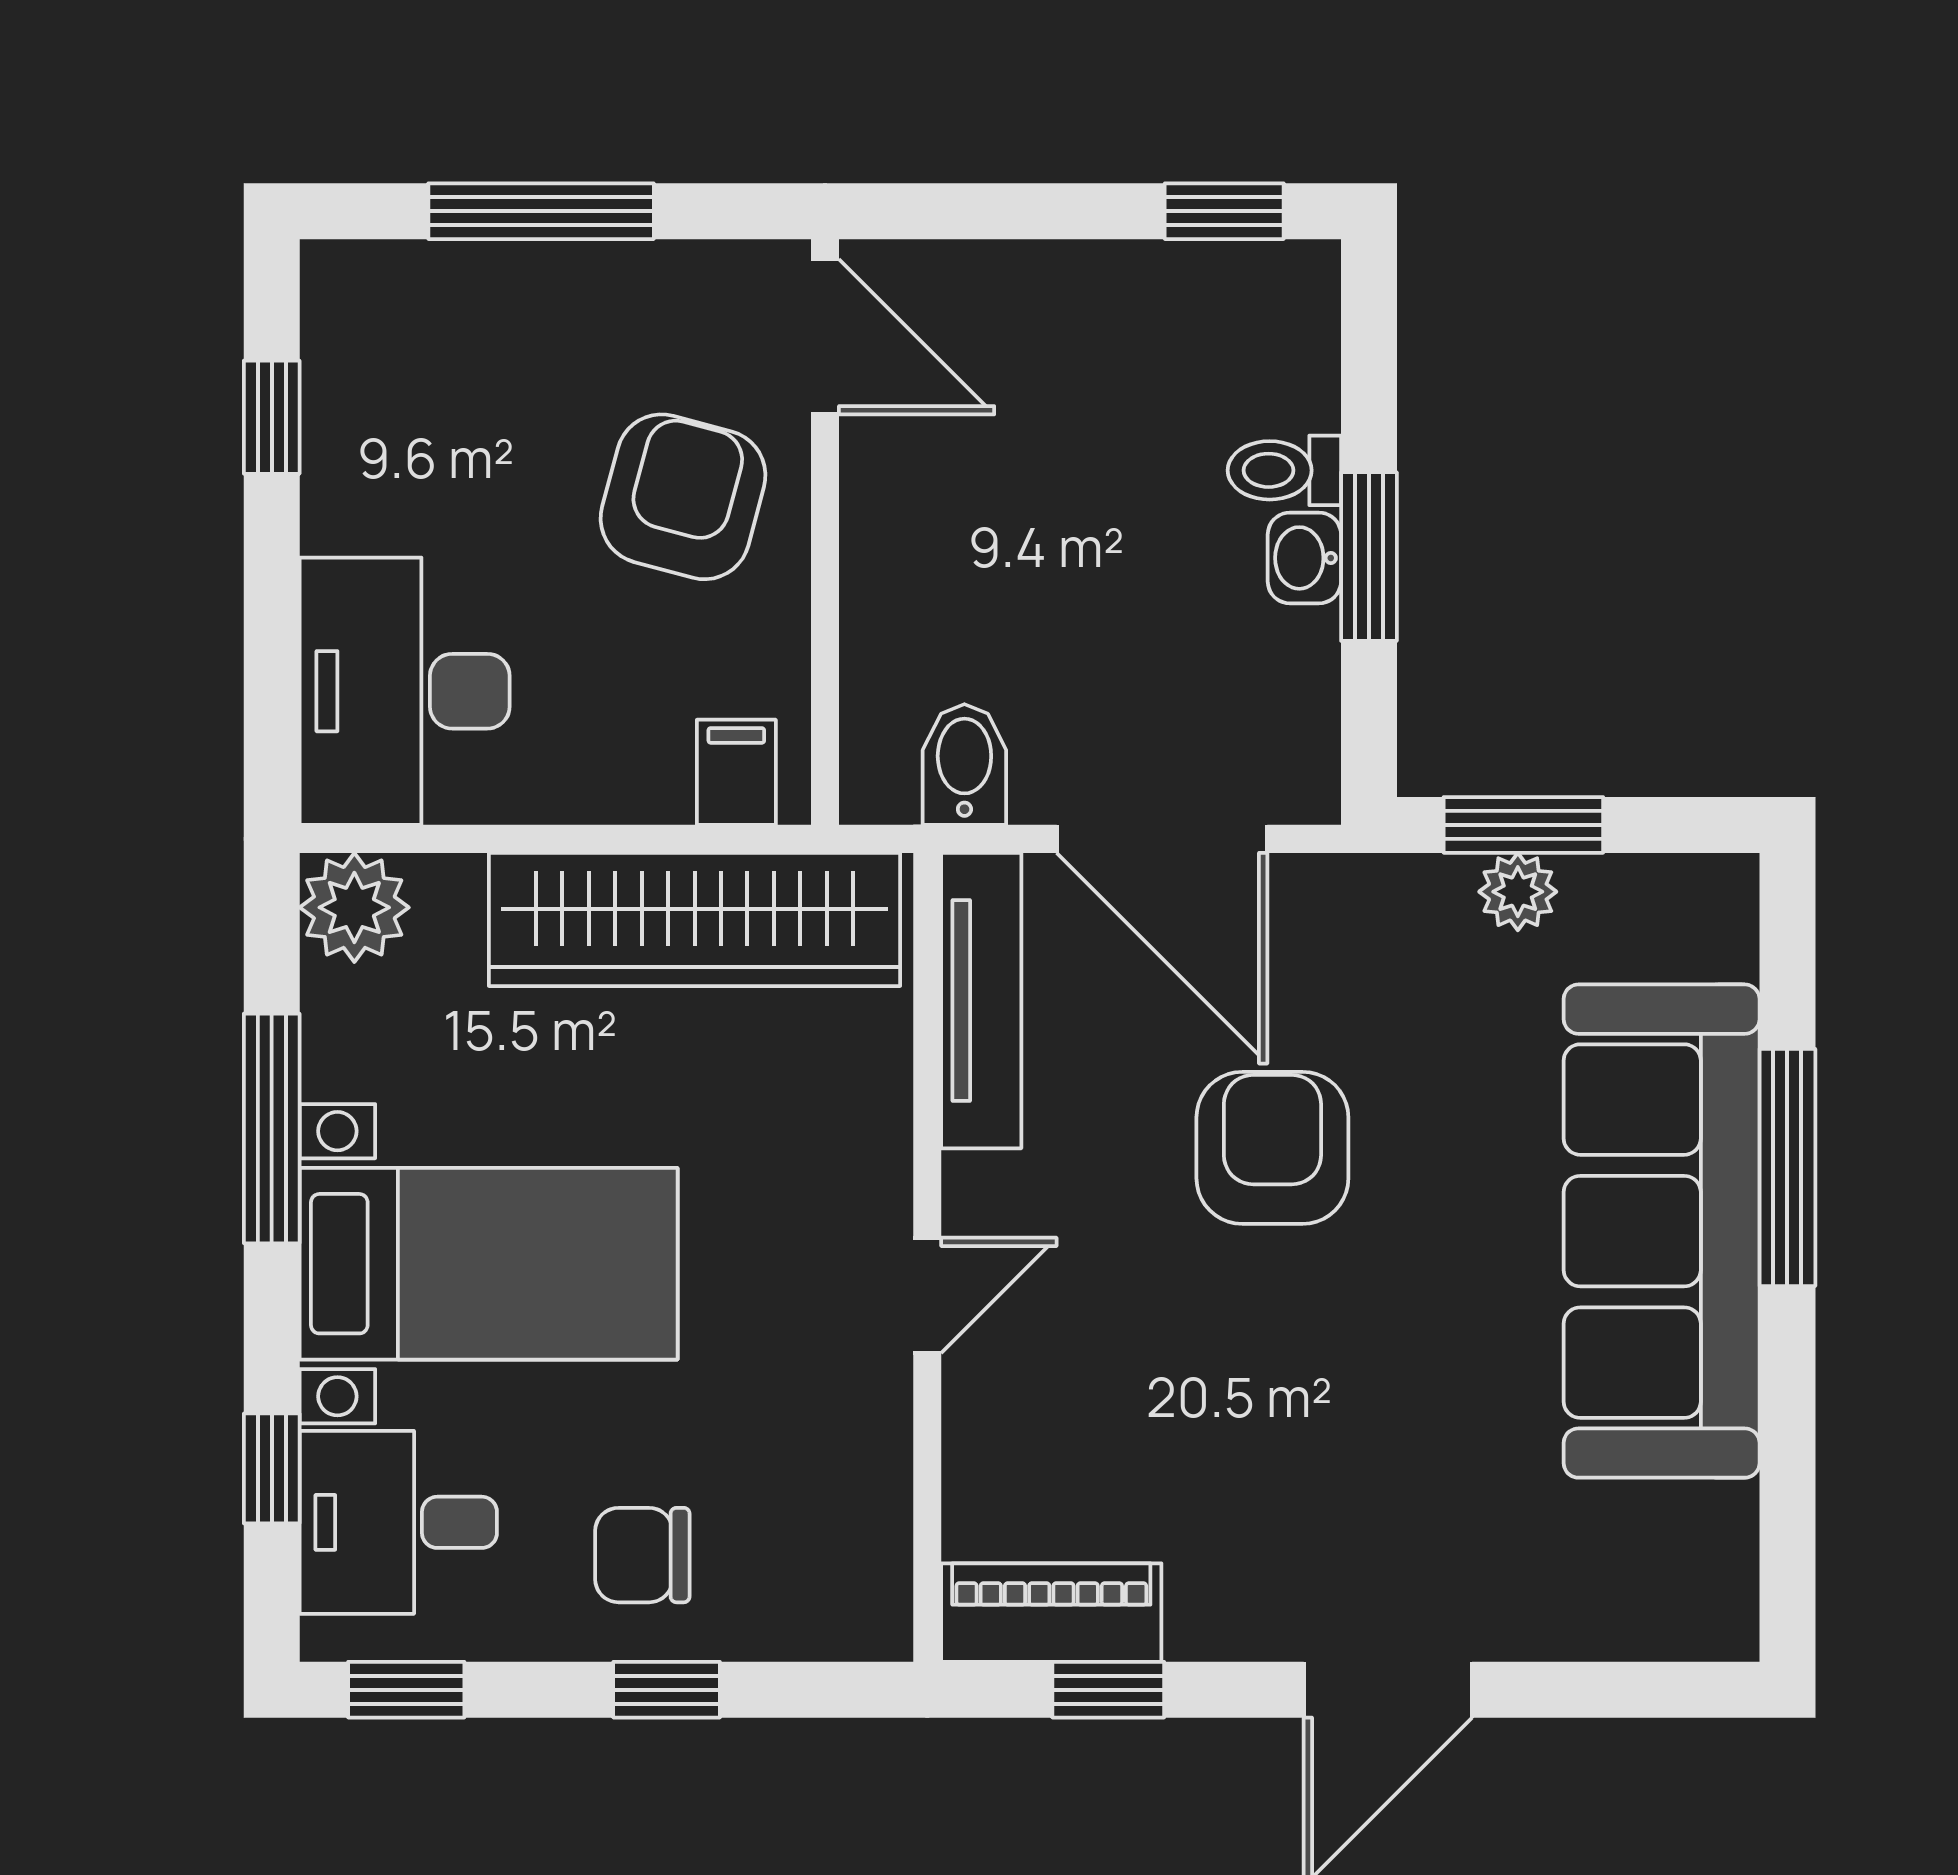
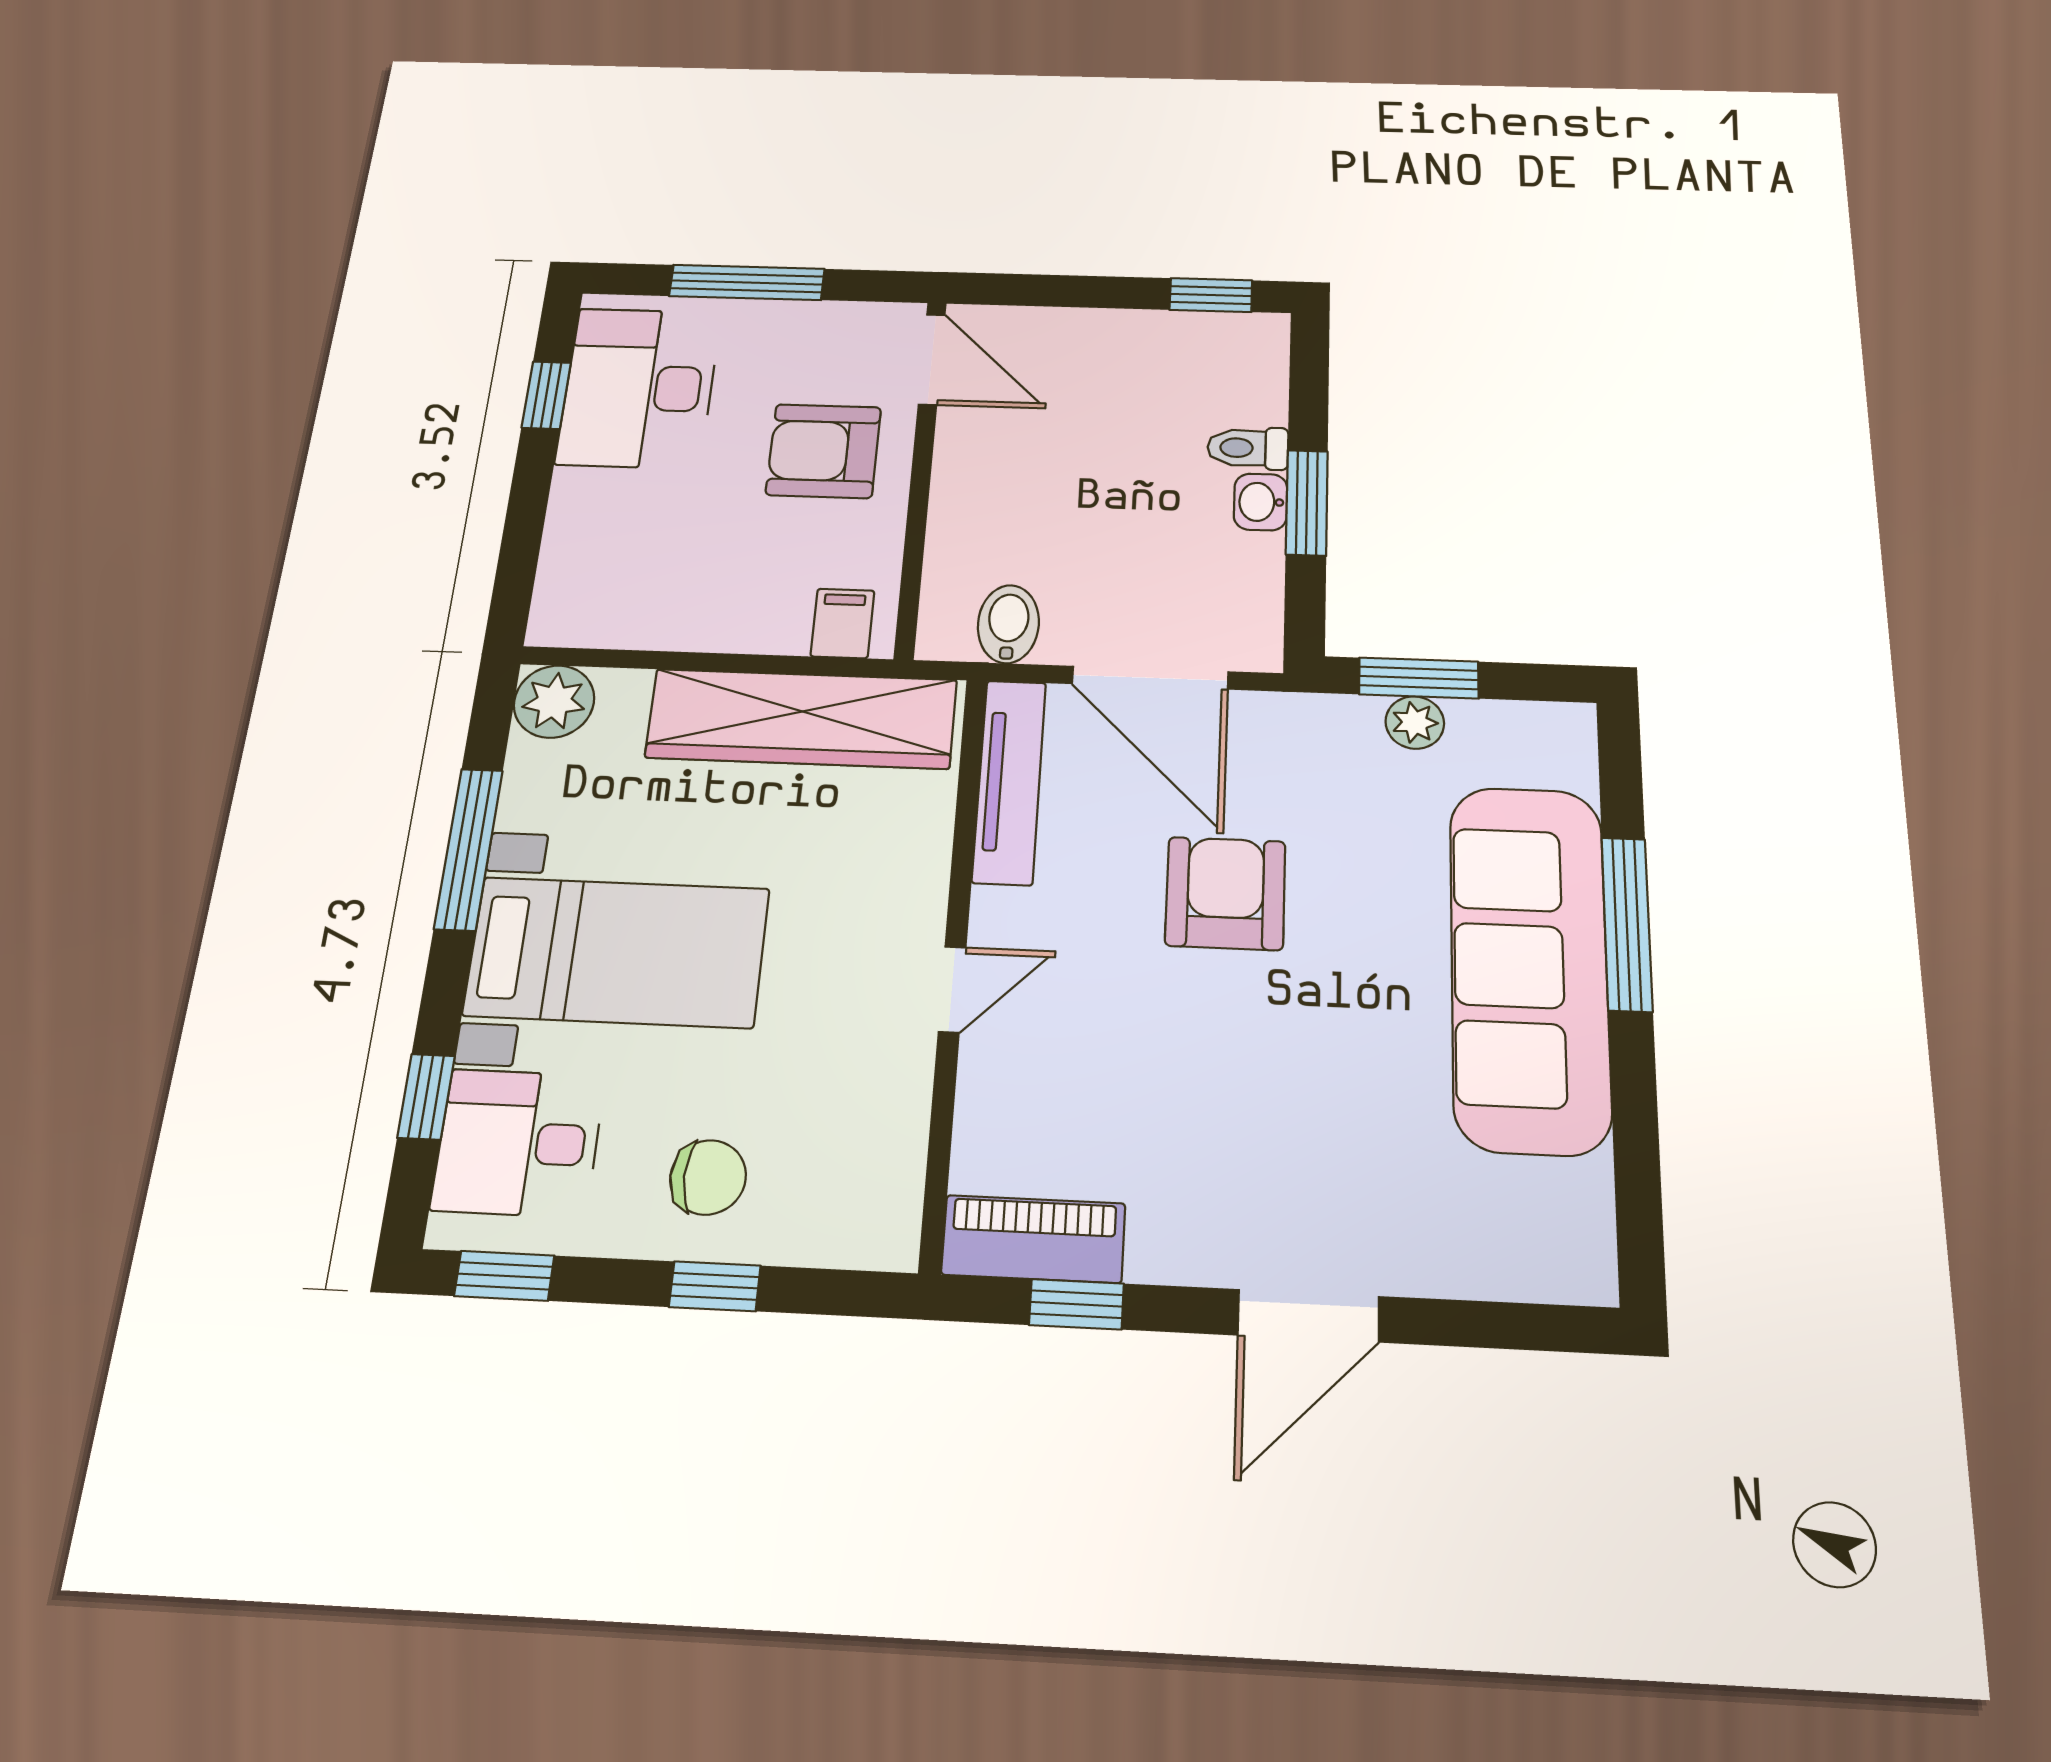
armchair: (683, 497) -> (824, 451), turned -105
desk: (405, 691) -> (639, 388), moved
chair: (642, 1555) -> (708, 1177), turned 180

